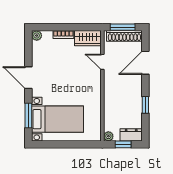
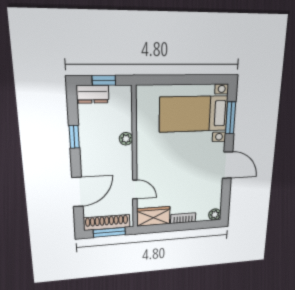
plant: (108, 136) -> (126, 139), moved

